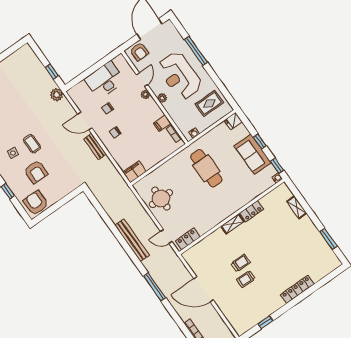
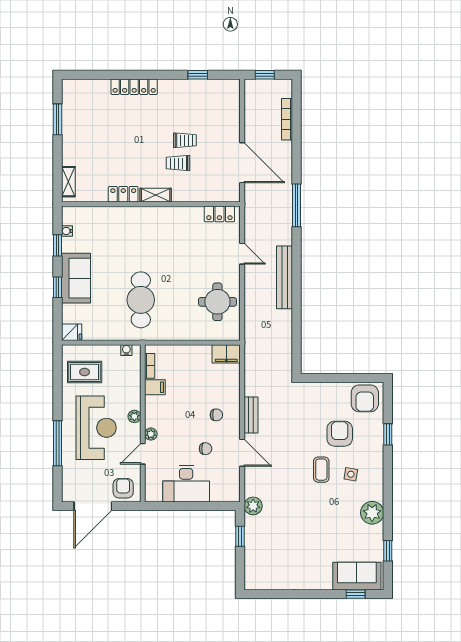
locker: (252, 211) -> (123, 194), moved
wall: (232, 217) -> (151, 204), moved
shelving: (232, 224) -> (156, 195), moved
locker: (188, 239) -> (219, 214), moved

